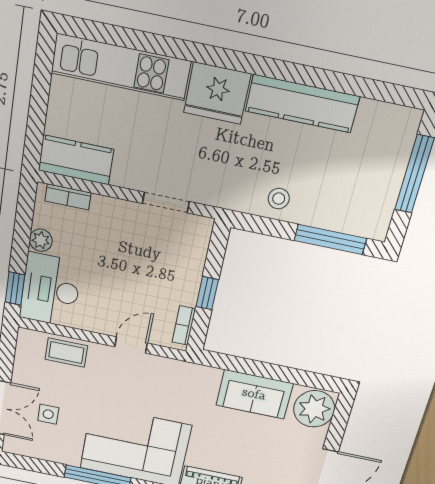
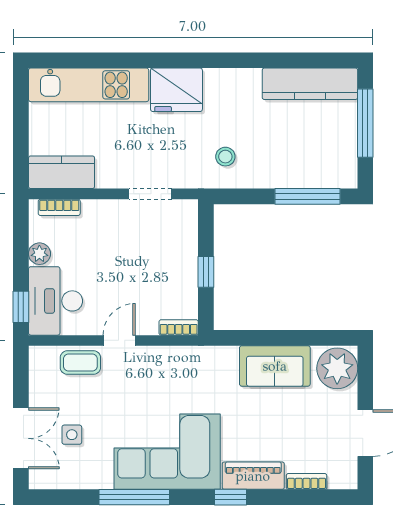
kitchen counter: (302, 104) -> (310, 84), moved
stool: (279, 199) -> (225, 157), moved
bookcase: (184, 325) -> (179, 327), moved, turned 90
door: (131, 345) -> (119, 340), moved

